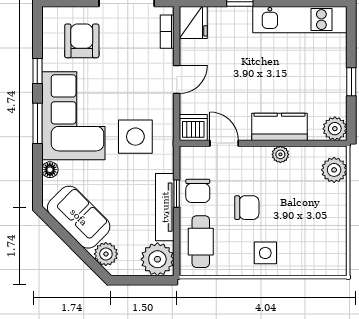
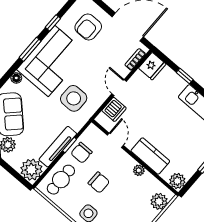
armchair: (82, 41) -> (88, 27), turned 180
door: (177, 79) -> (119, 88), swing flipped
dishwasher: (193, 128) -> (114, 109), moved, turned 90

